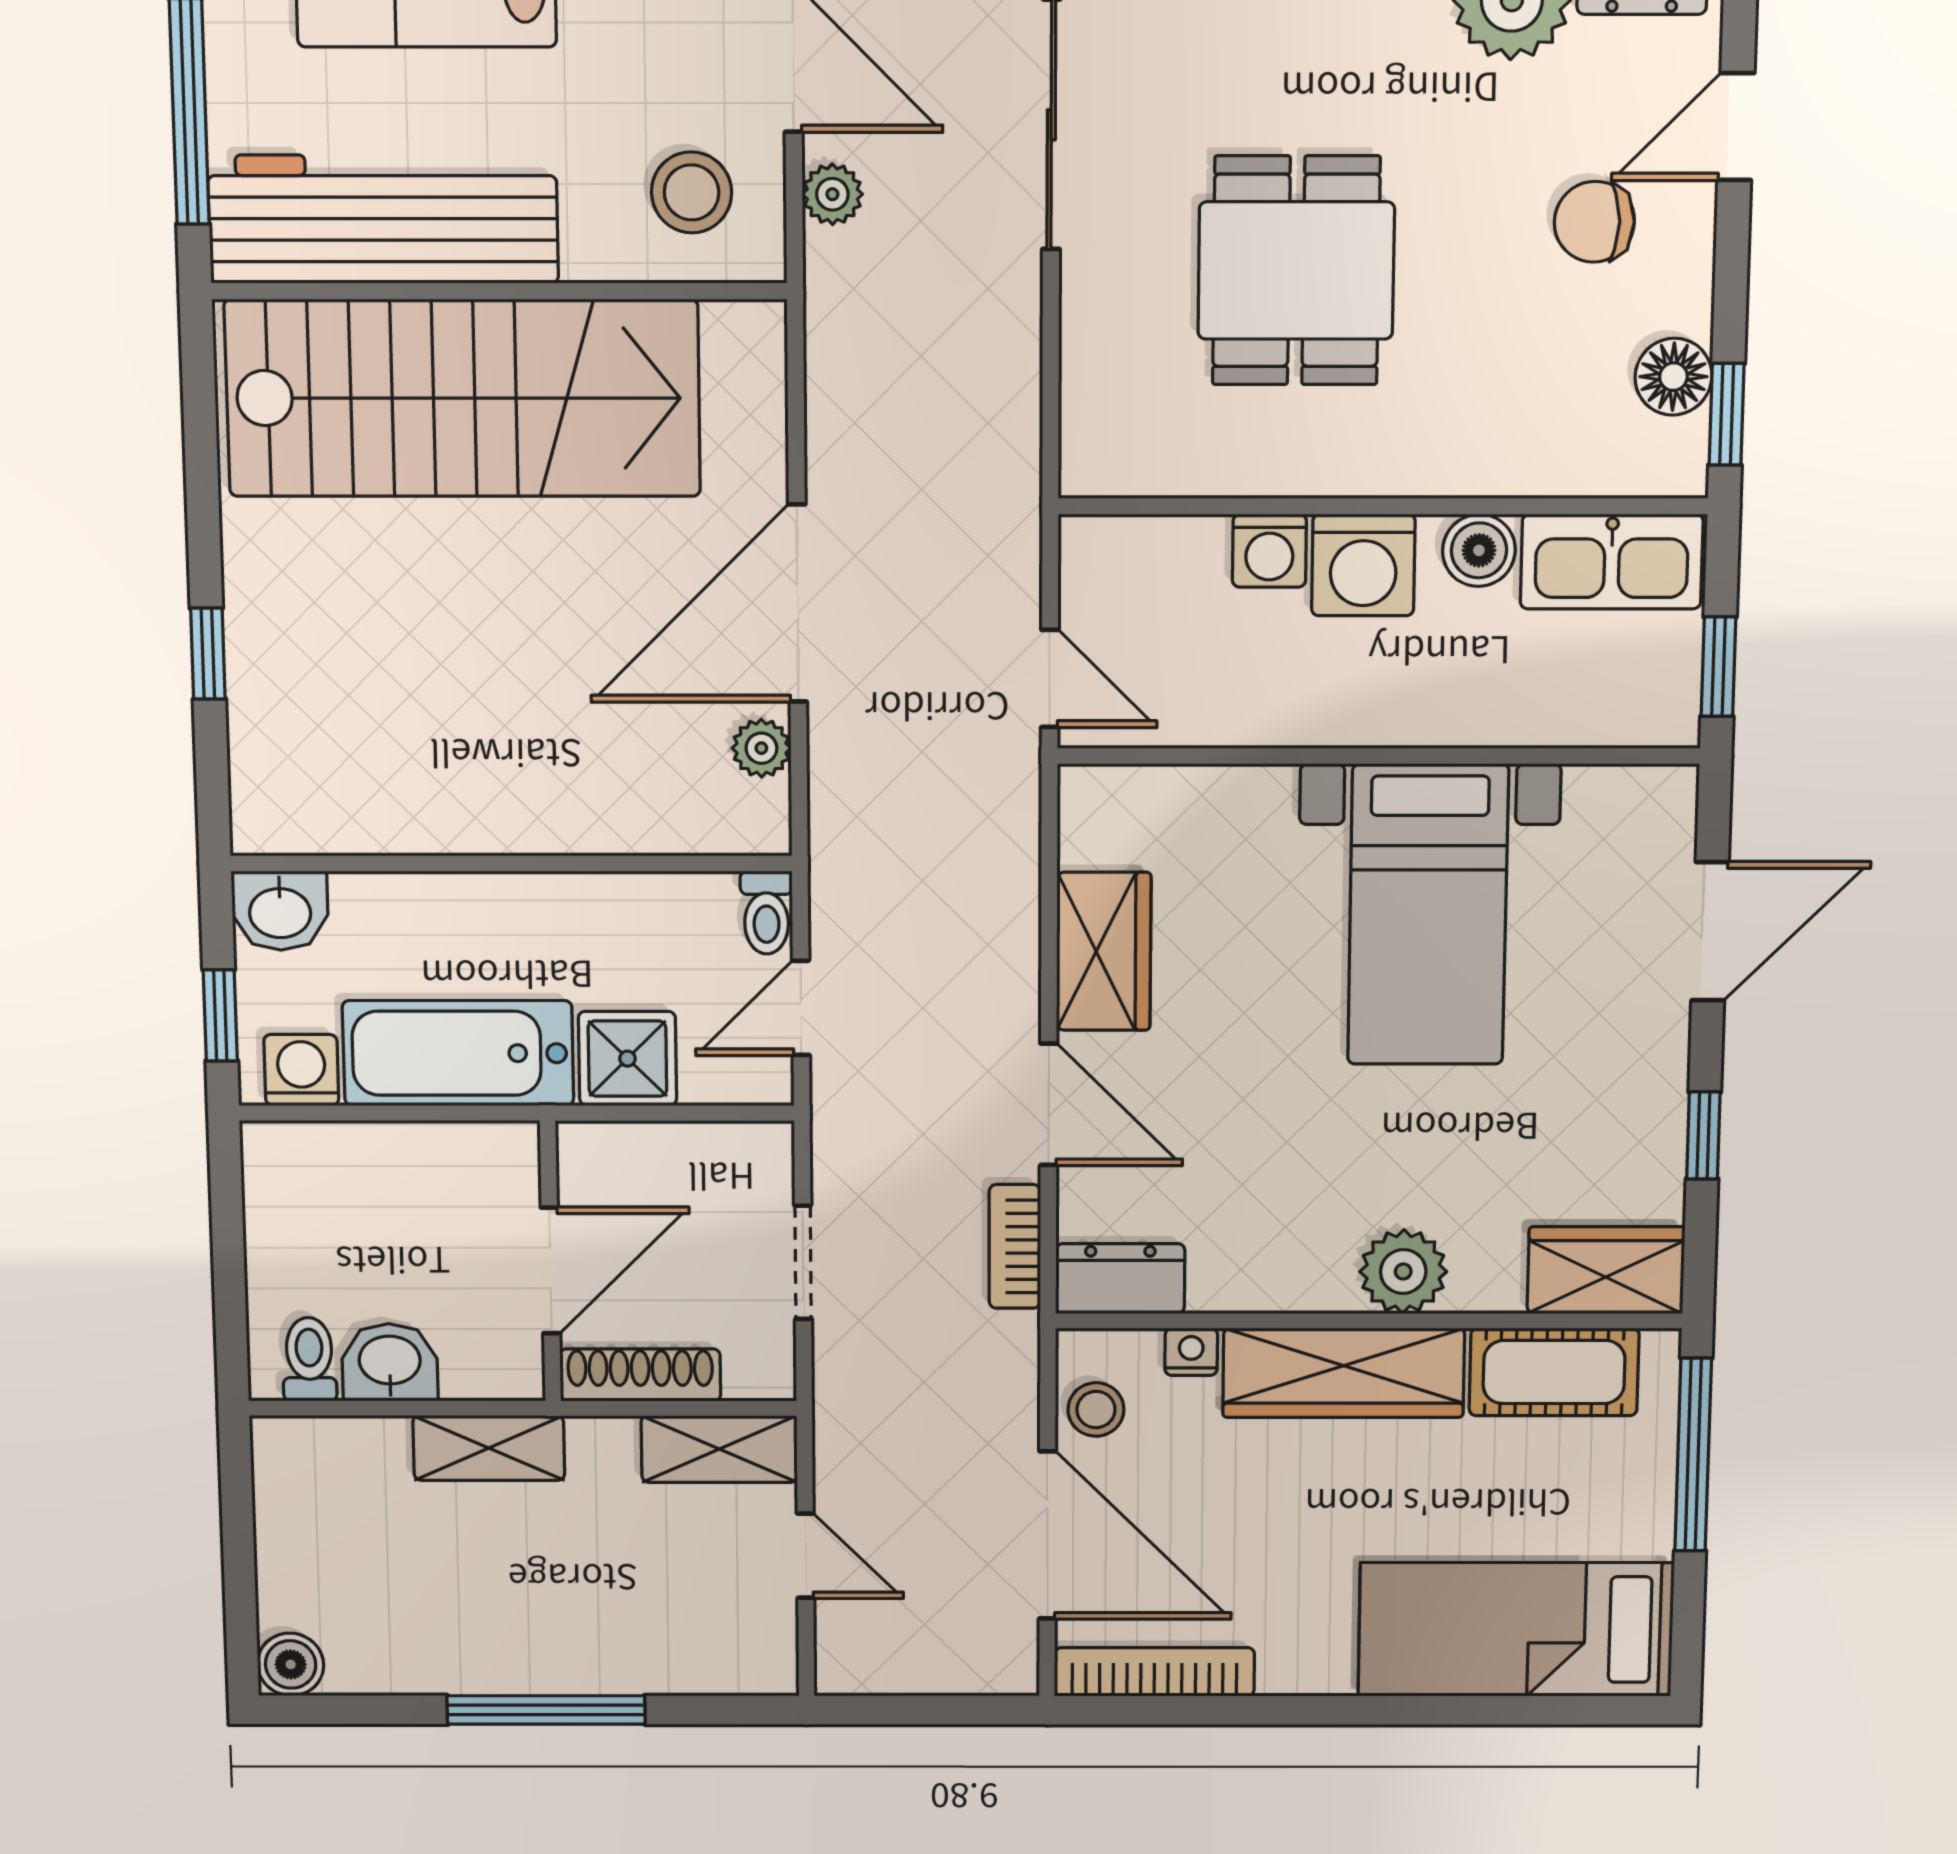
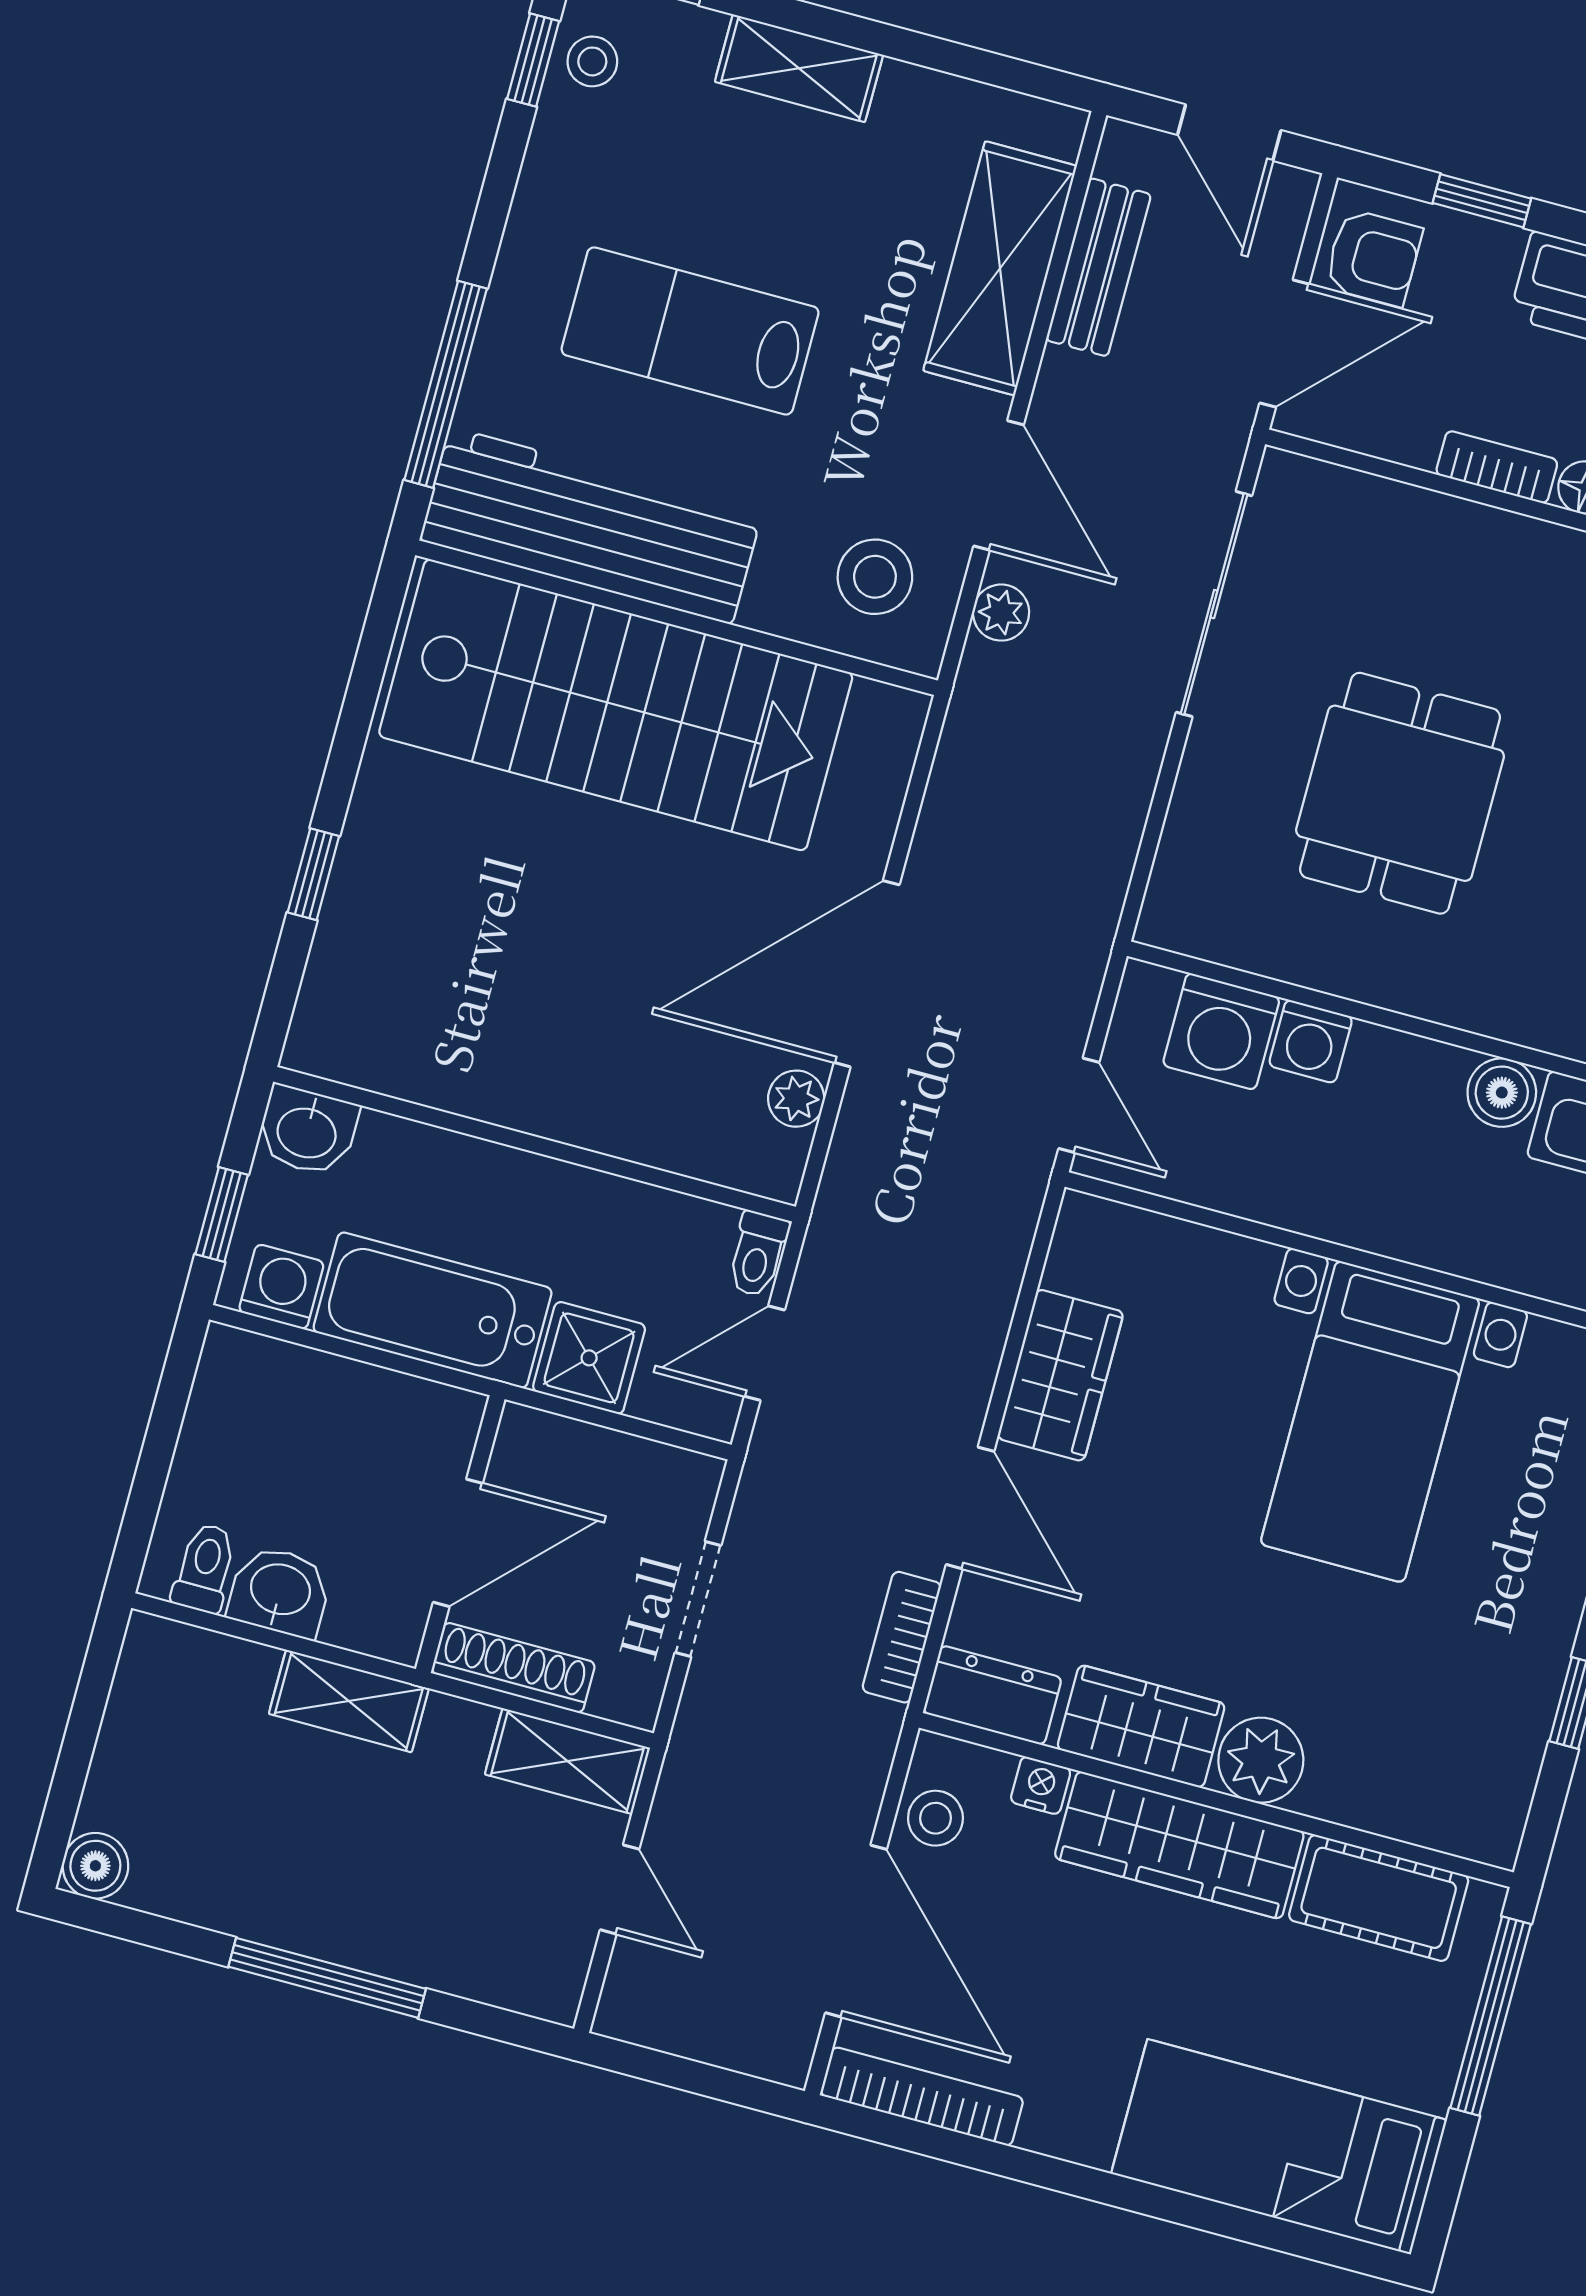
washing machine: (1363, 565) -> (1221, 1031), moved
wardrobe: (1606, 1270) -> (1141, 1726), moved

